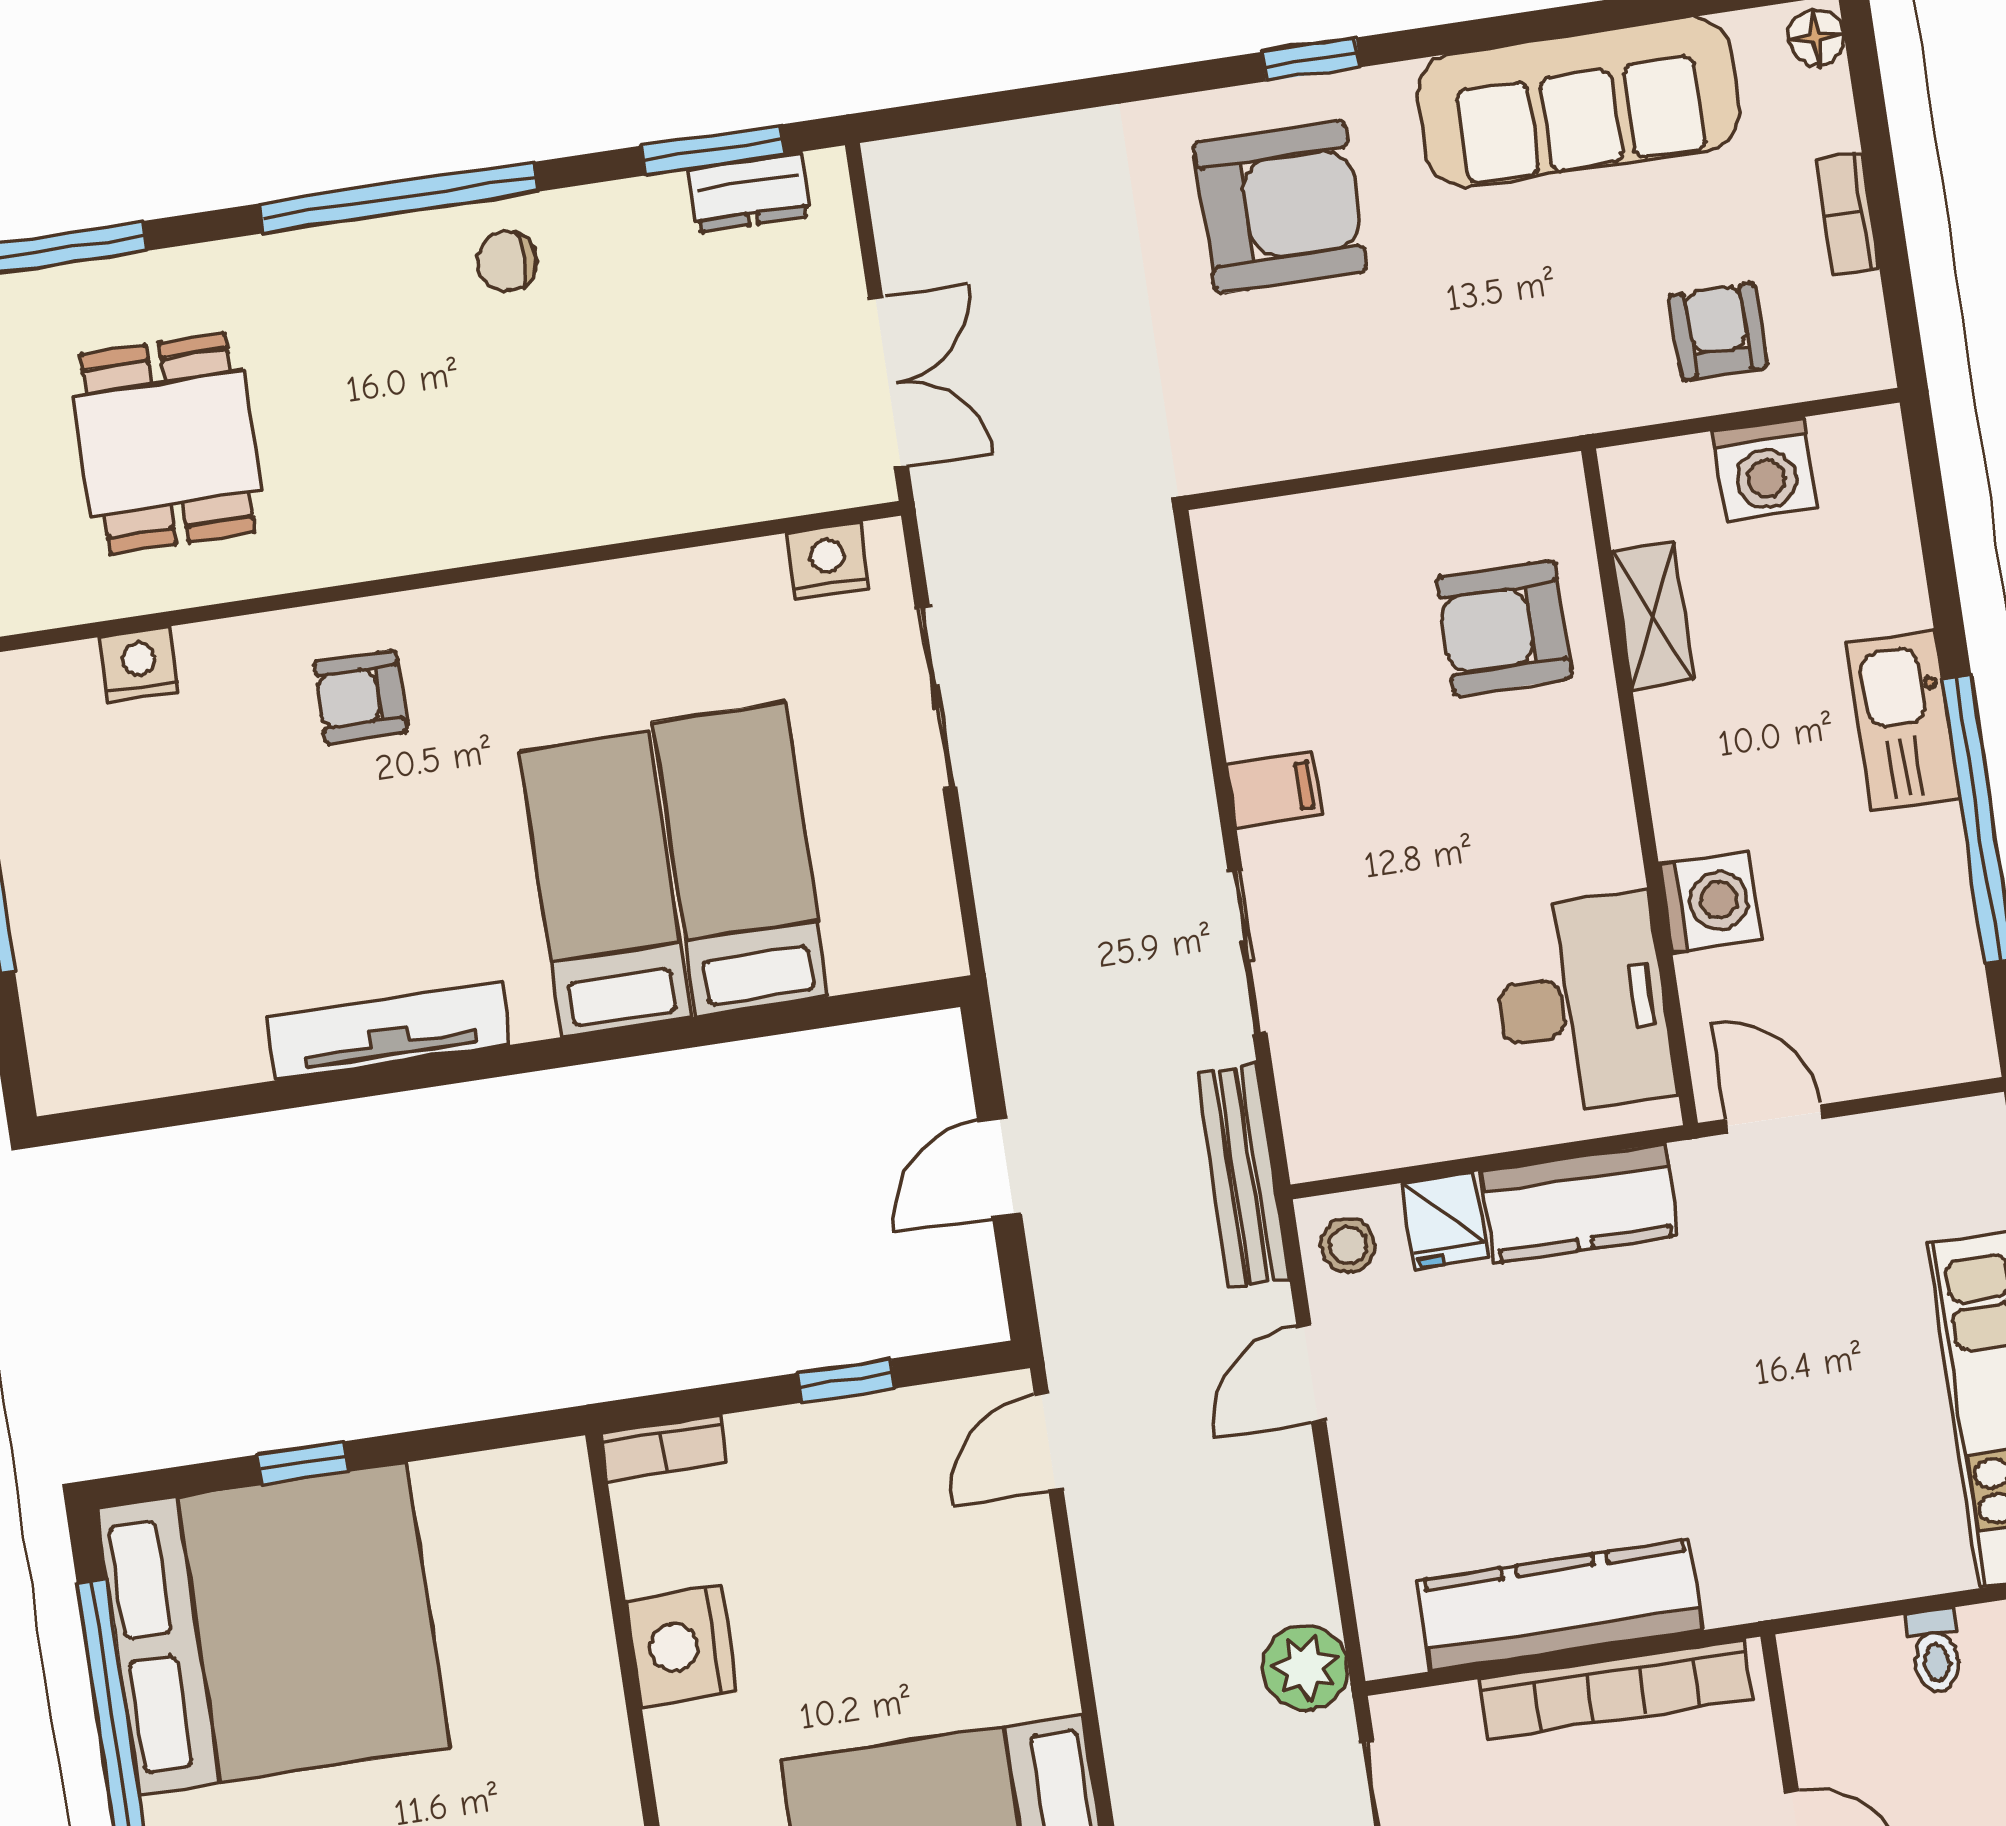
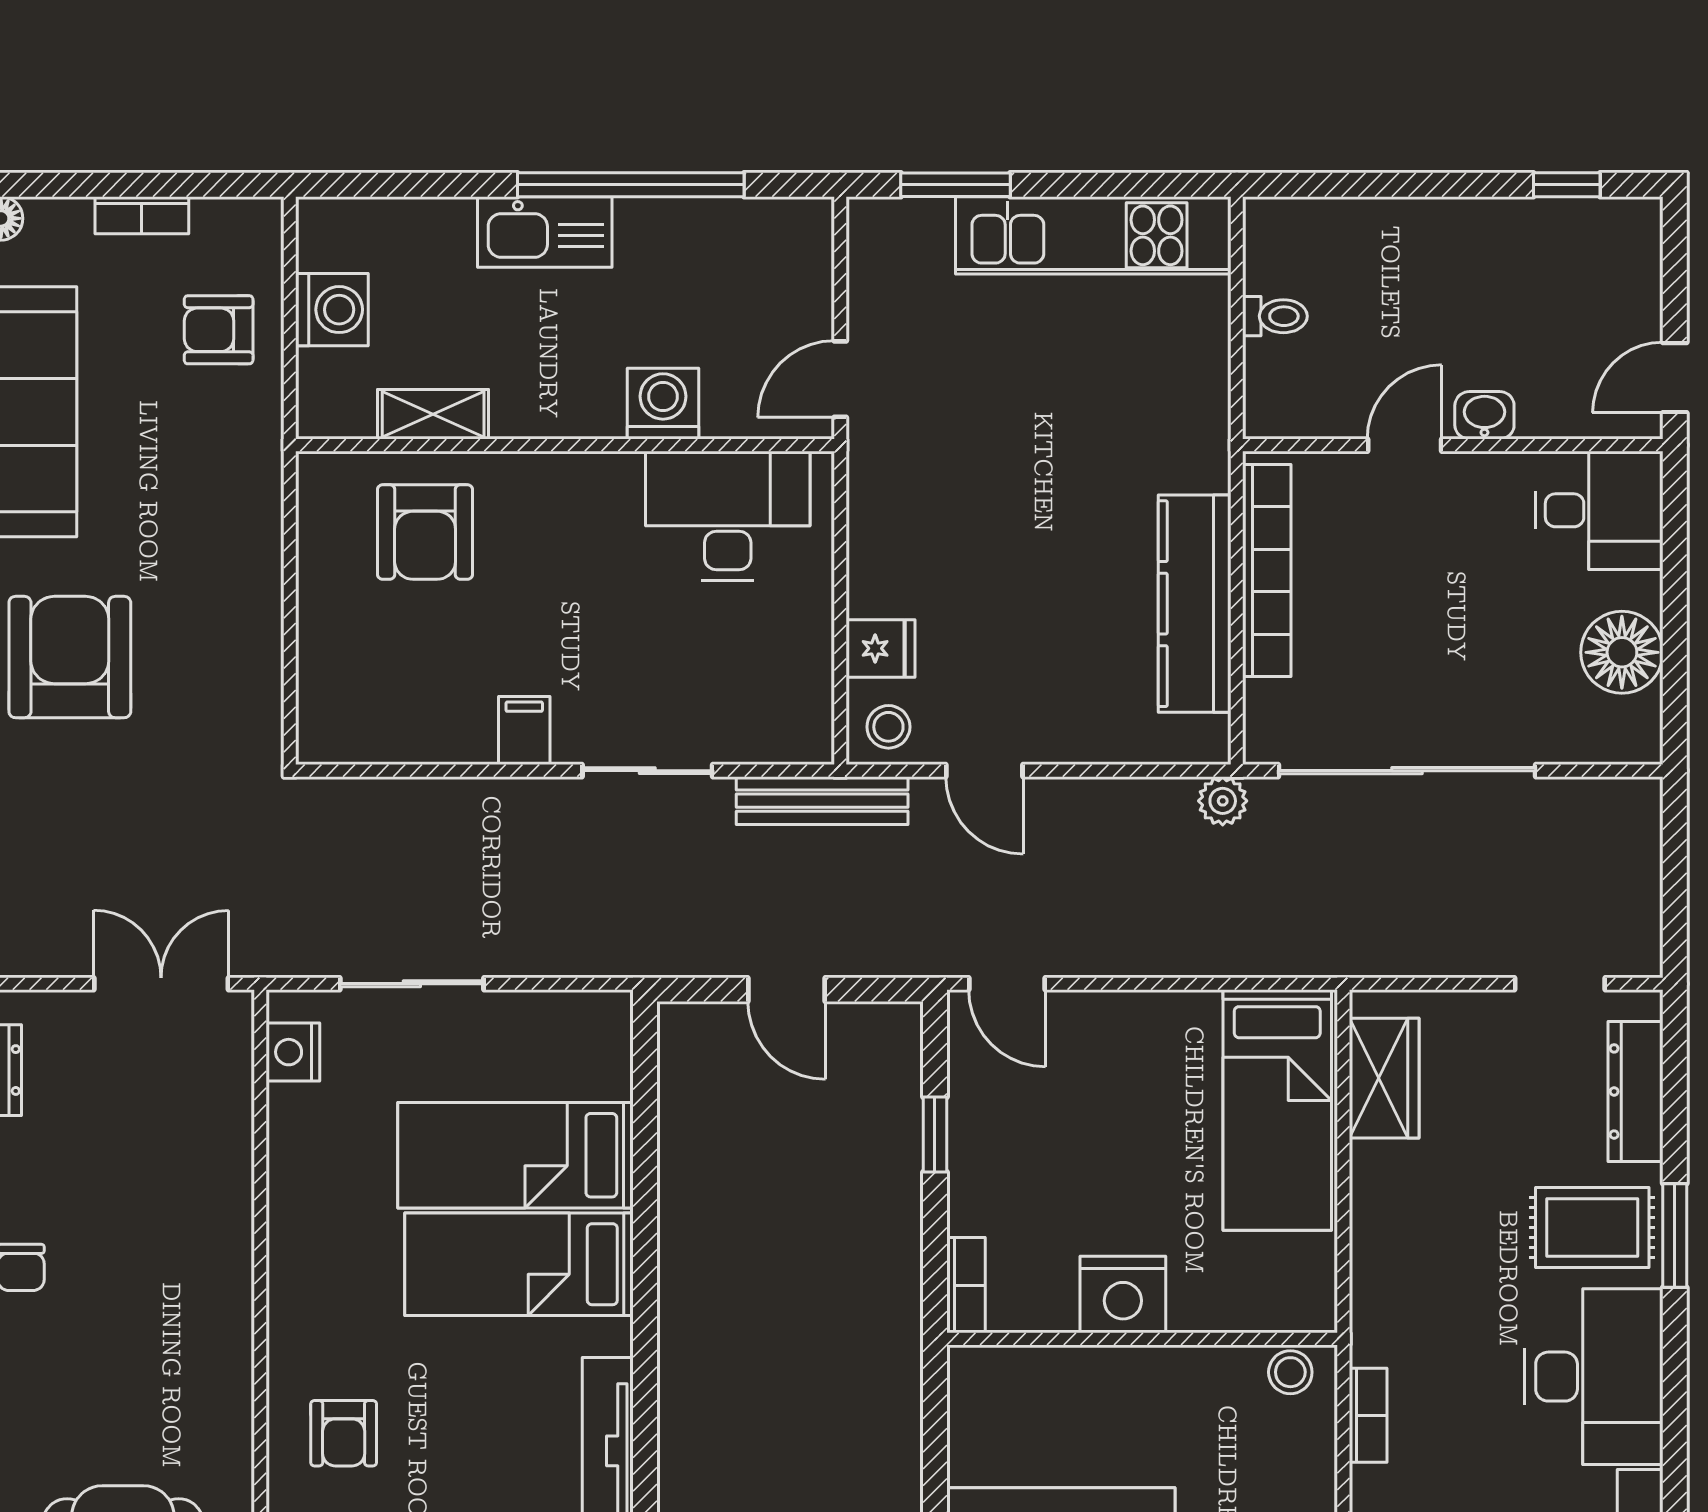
kitchen counter: (1579, 1203) -> (883, 541), removed
plant: (1305, 1668) -> (1223, 801), width x0.73, depth x0.73

